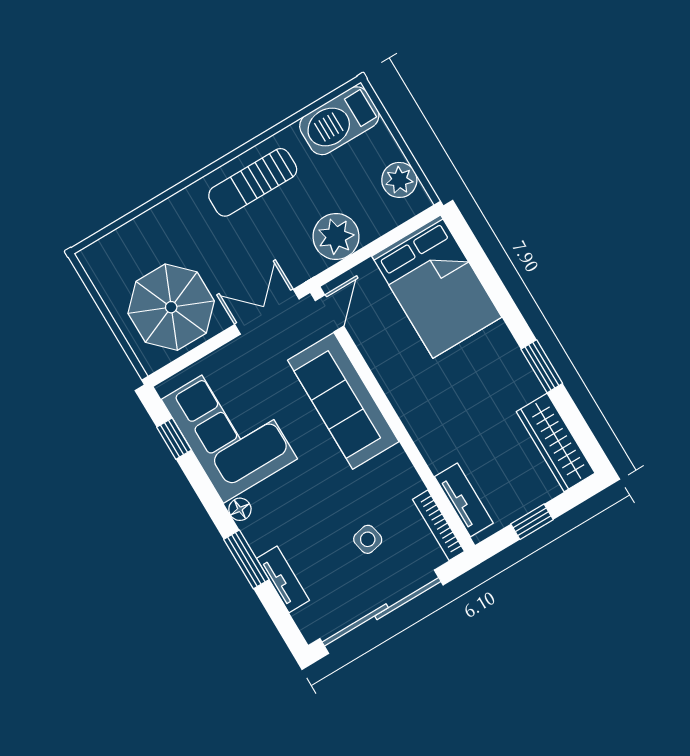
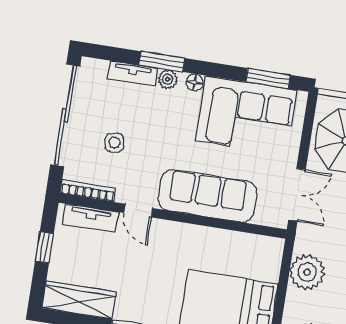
door: (329, 313) -> (138, 211), moved
window: (174, 439) -> (268, 78), width x1.50
plant: (259, 539) -> (168, 79), added

